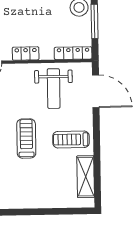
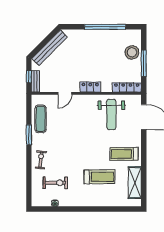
treadmill: (26, 138) -> (100, 177), moved, turned 90

